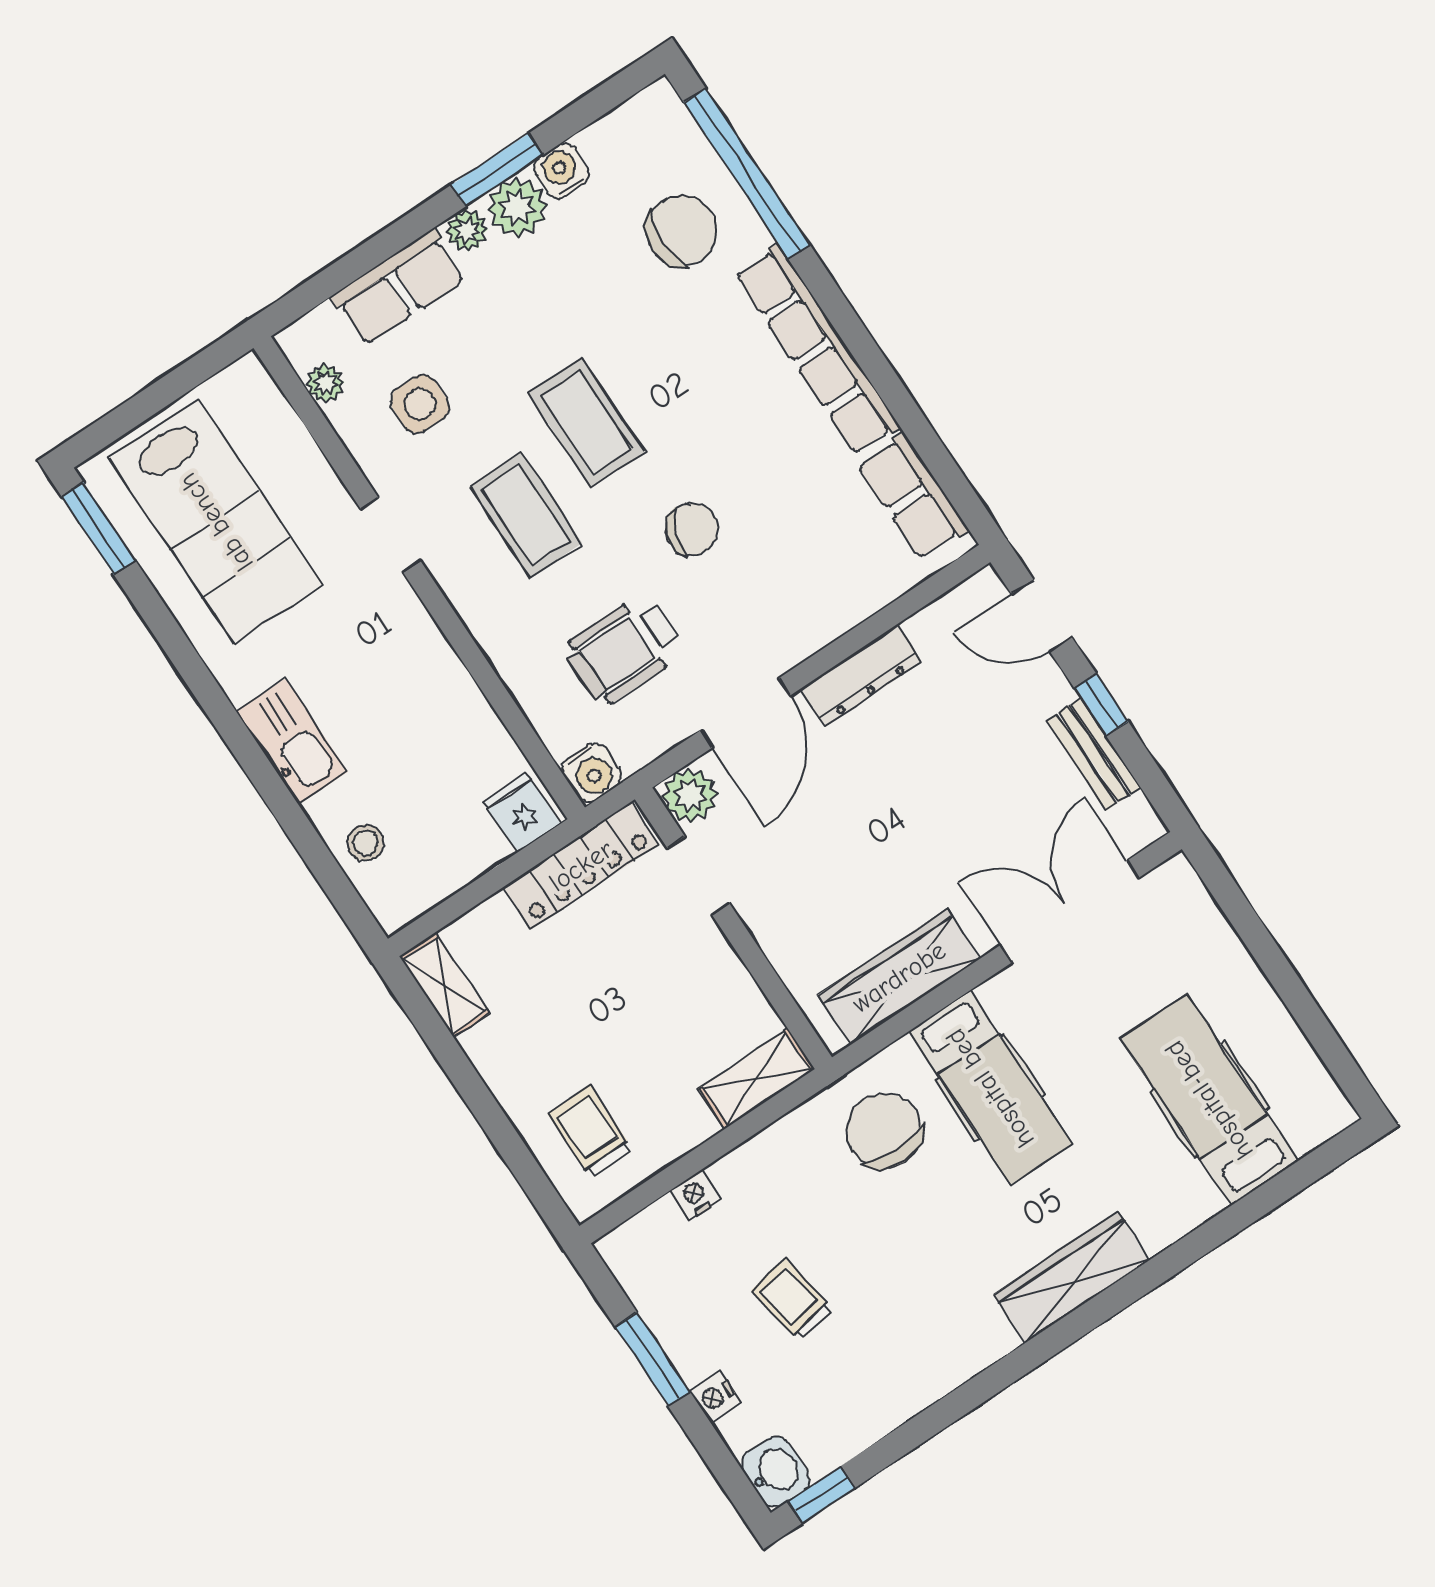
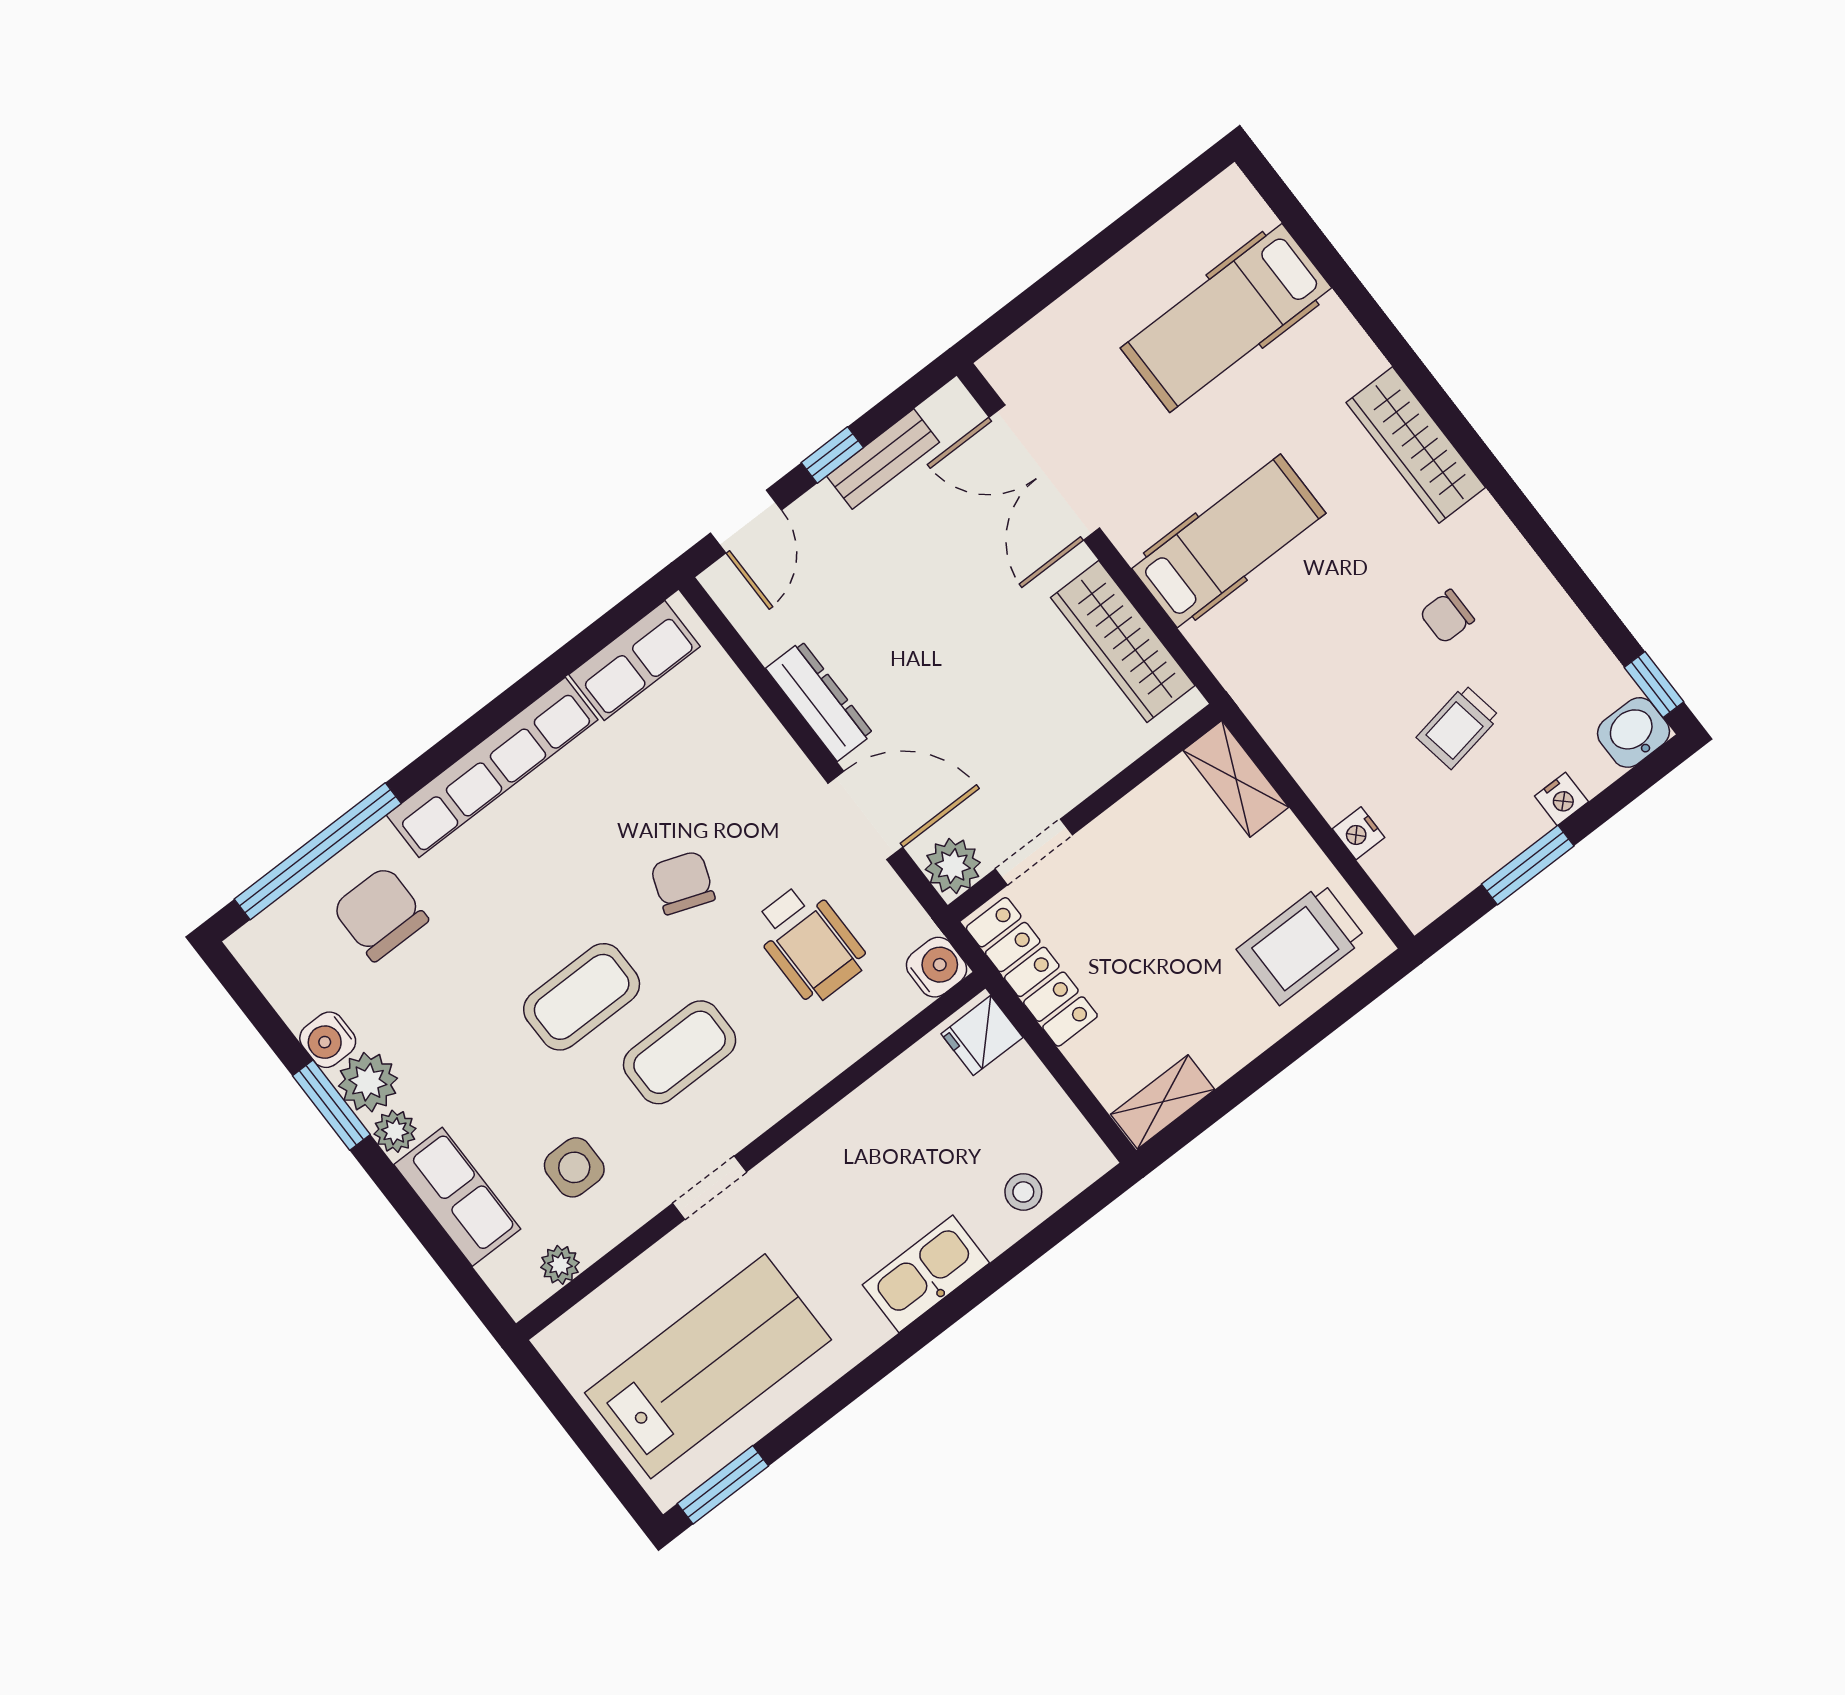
chair: (884, 1131) -> (1447, 616), moved, width x0.54, depth x0.54
trolley: (590, 1132) -> (1301, 944), width x1.36, depth x1.39

